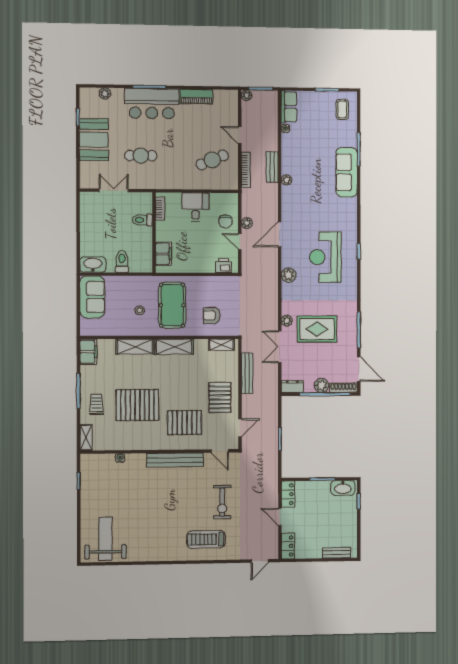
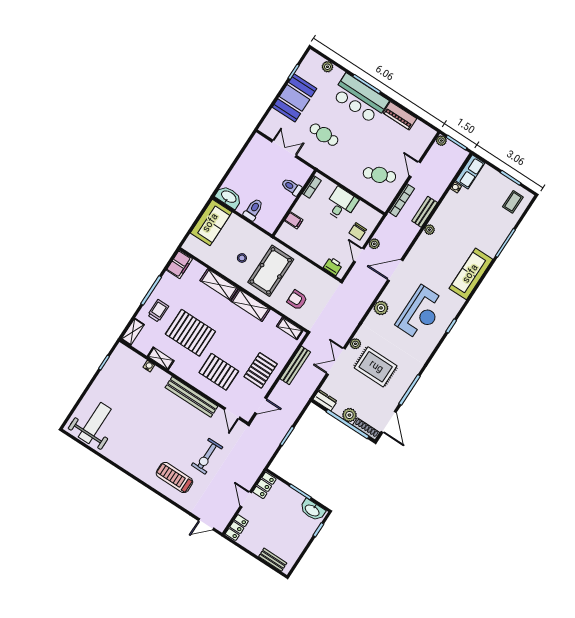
sofa: (347, 172) -> (471, 274), moved
filing cabinet: (163, 254) -> (294, 220), width x0.50
reception desk: (325, 257) -> (421, 313), turned 180
shelving: (126, 444) -> (161, 358), added

